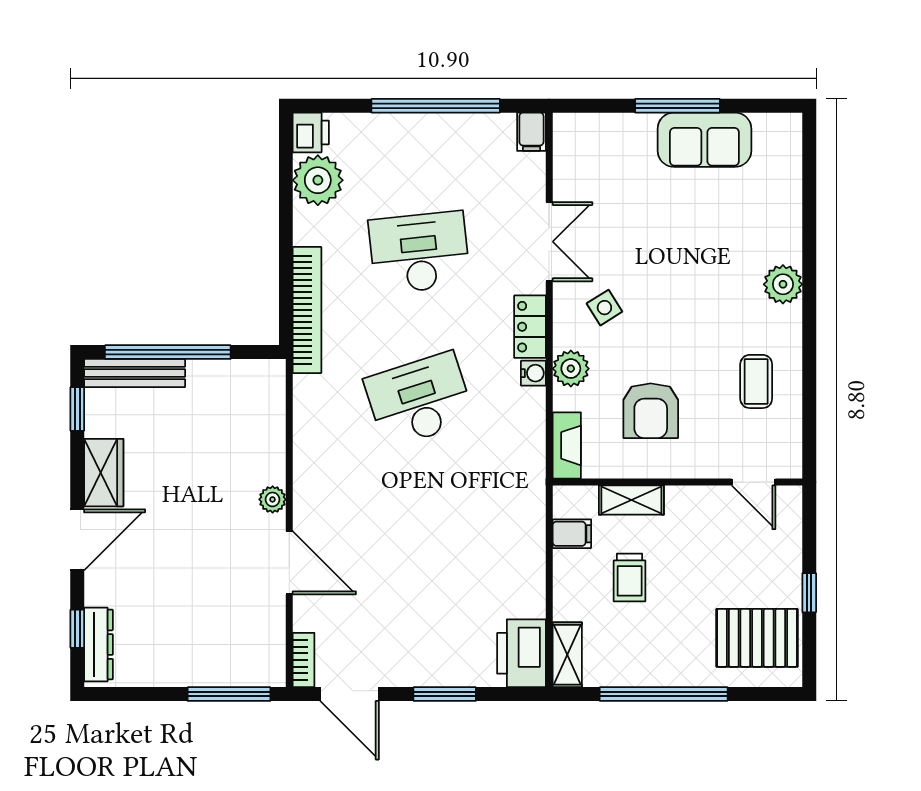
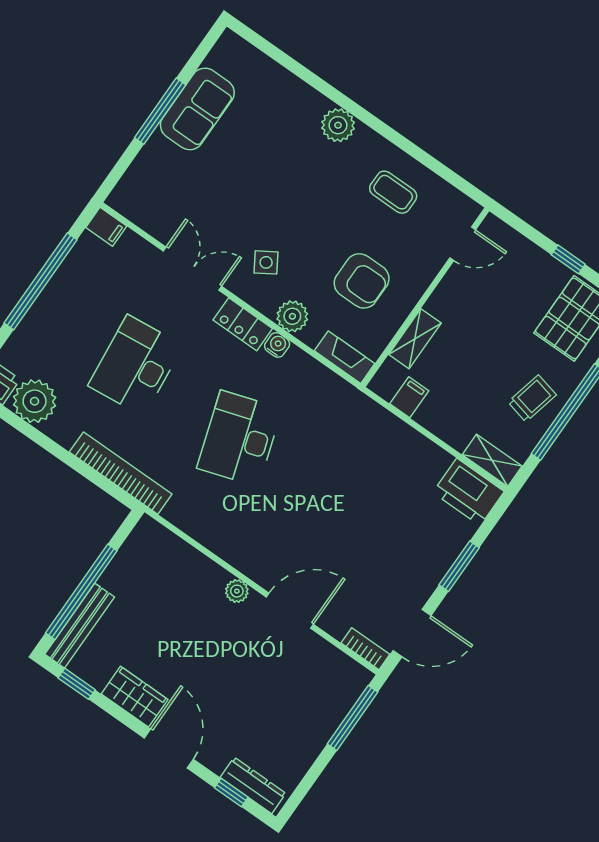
trolley: (630, 578) -> (532, 398), moved, turned -77

